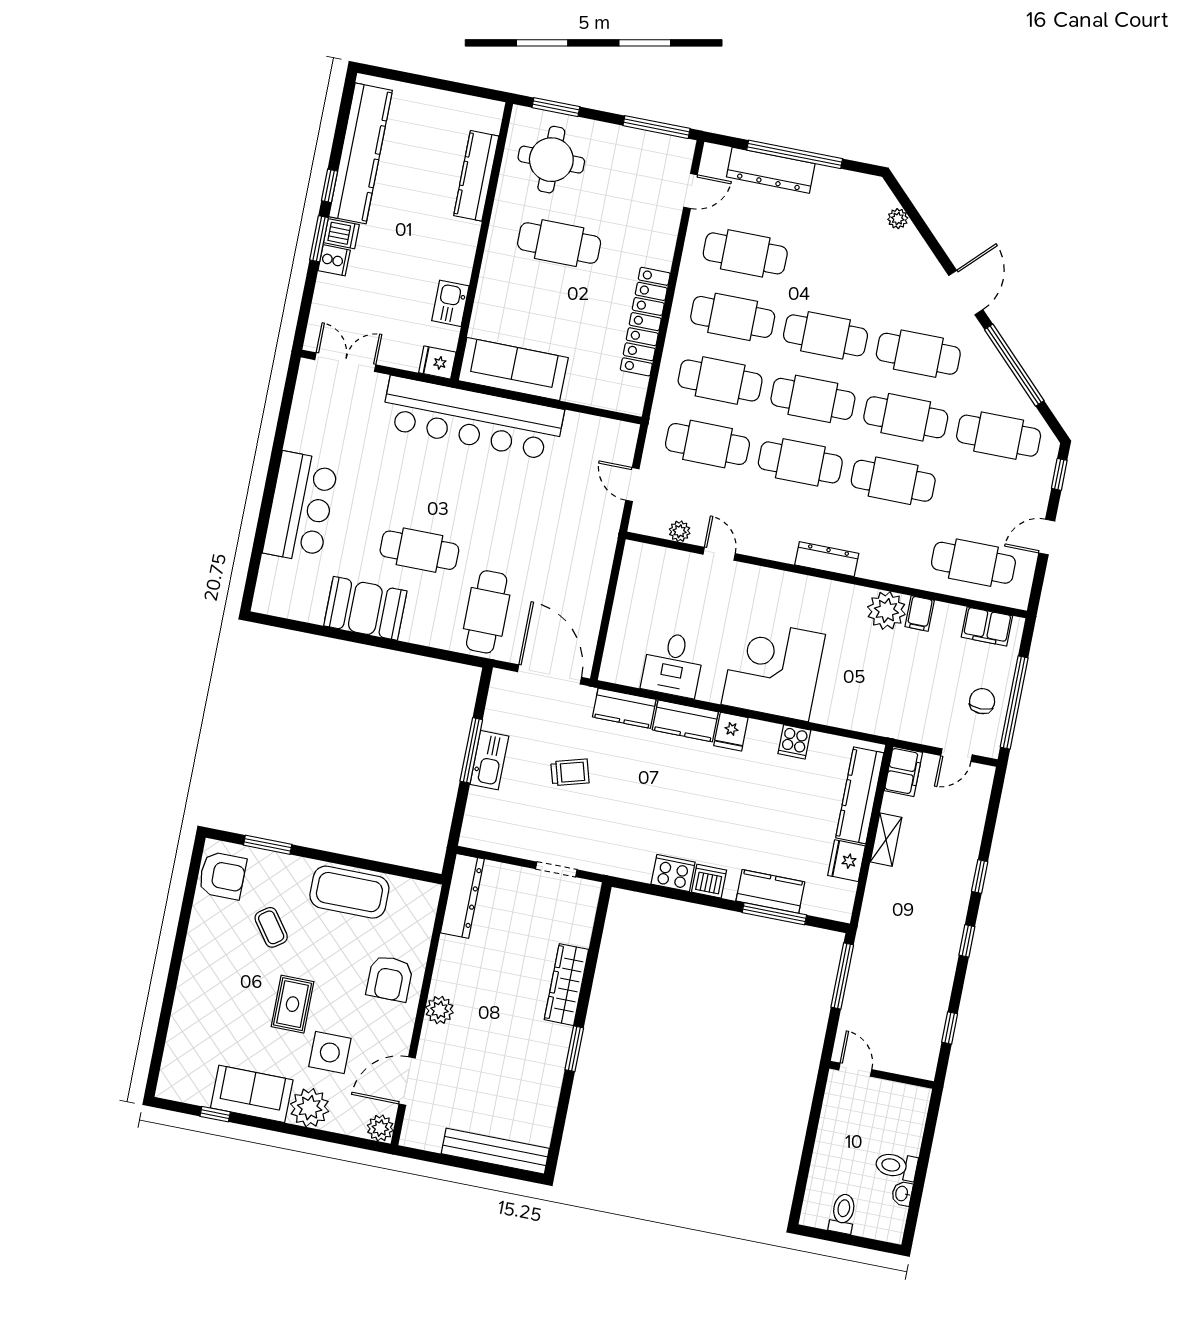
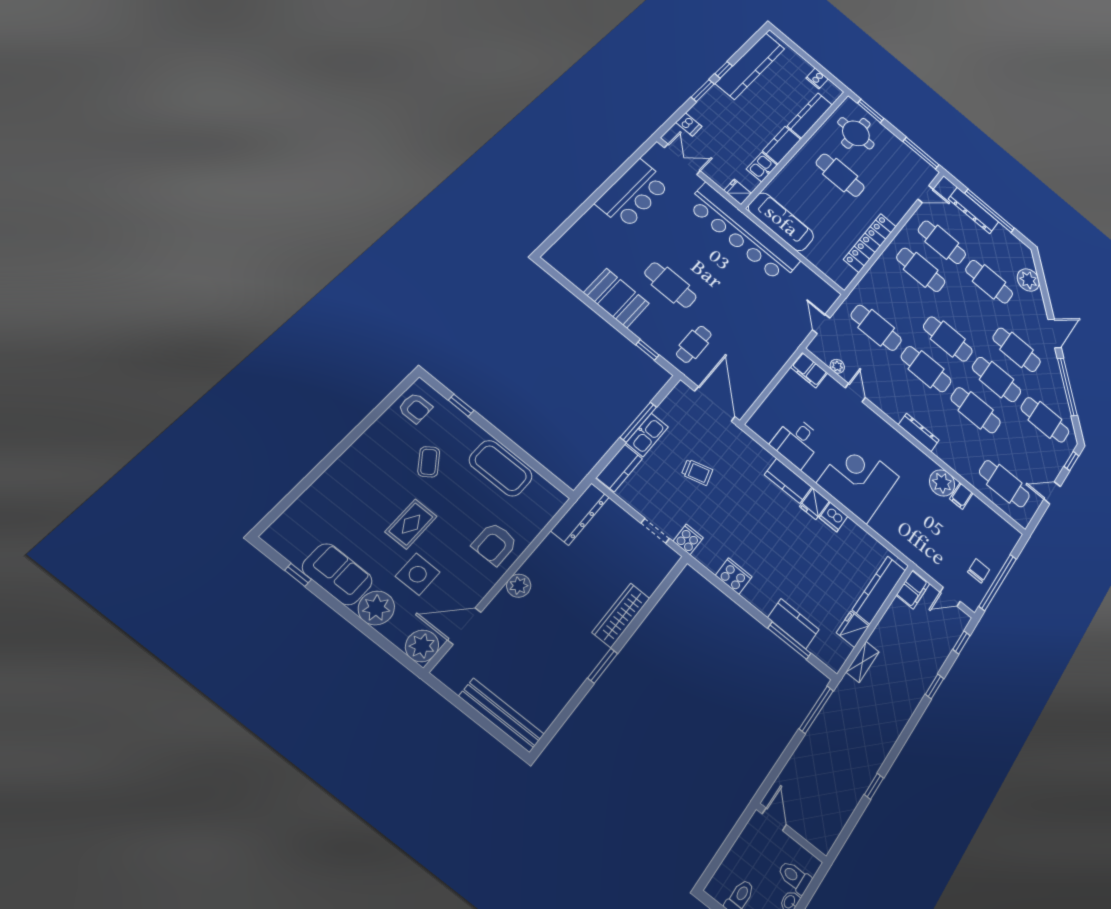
plant: (898, 219) -> (1028, 280), width x1.88, depth x1.88
dishwasher: (341, 234) -> (689, 124), moved
kitchen counter: (460, 251) -> (782, 145), added
cooker: (334, 260) -> (817, 78), moved, turned 90
cafe table: (825, 335) -> (989, 282), moved
cafe table: (720, 380) -> (899, 298), removed
bar counter: (301, 507) -> (633, 194), moved
cafe table: (487, 612) -> (694, 344), width x0.73, depth x0.74
filing cabinet: (987, 627) -> (809, 370), moved
window: (435, 653) -> (647, 350), added
kitchen counter: (624, 708) -> (619, 468), moved, turned -90
cooker: (794, 742) -> (688, 539), moved, turned 180
shelving: (886, 840) -> (862, 662), moved
window: (268, 845) -> (461, 405), width x0.67
armchair: (222, 876) -> (415, 408), width x0.72, depth x0.72
dishwasher: (709, 881) -> (834, 517), moved, turned 180
window: (967, 941) -> (961, 642), moved
door: (855, 1070) -> (774, 819), moved
wall: (882, 1075) -> (791, 833), moved
plant: (380, 1128) -> (422, 646), width x1.36, depth x1.36

